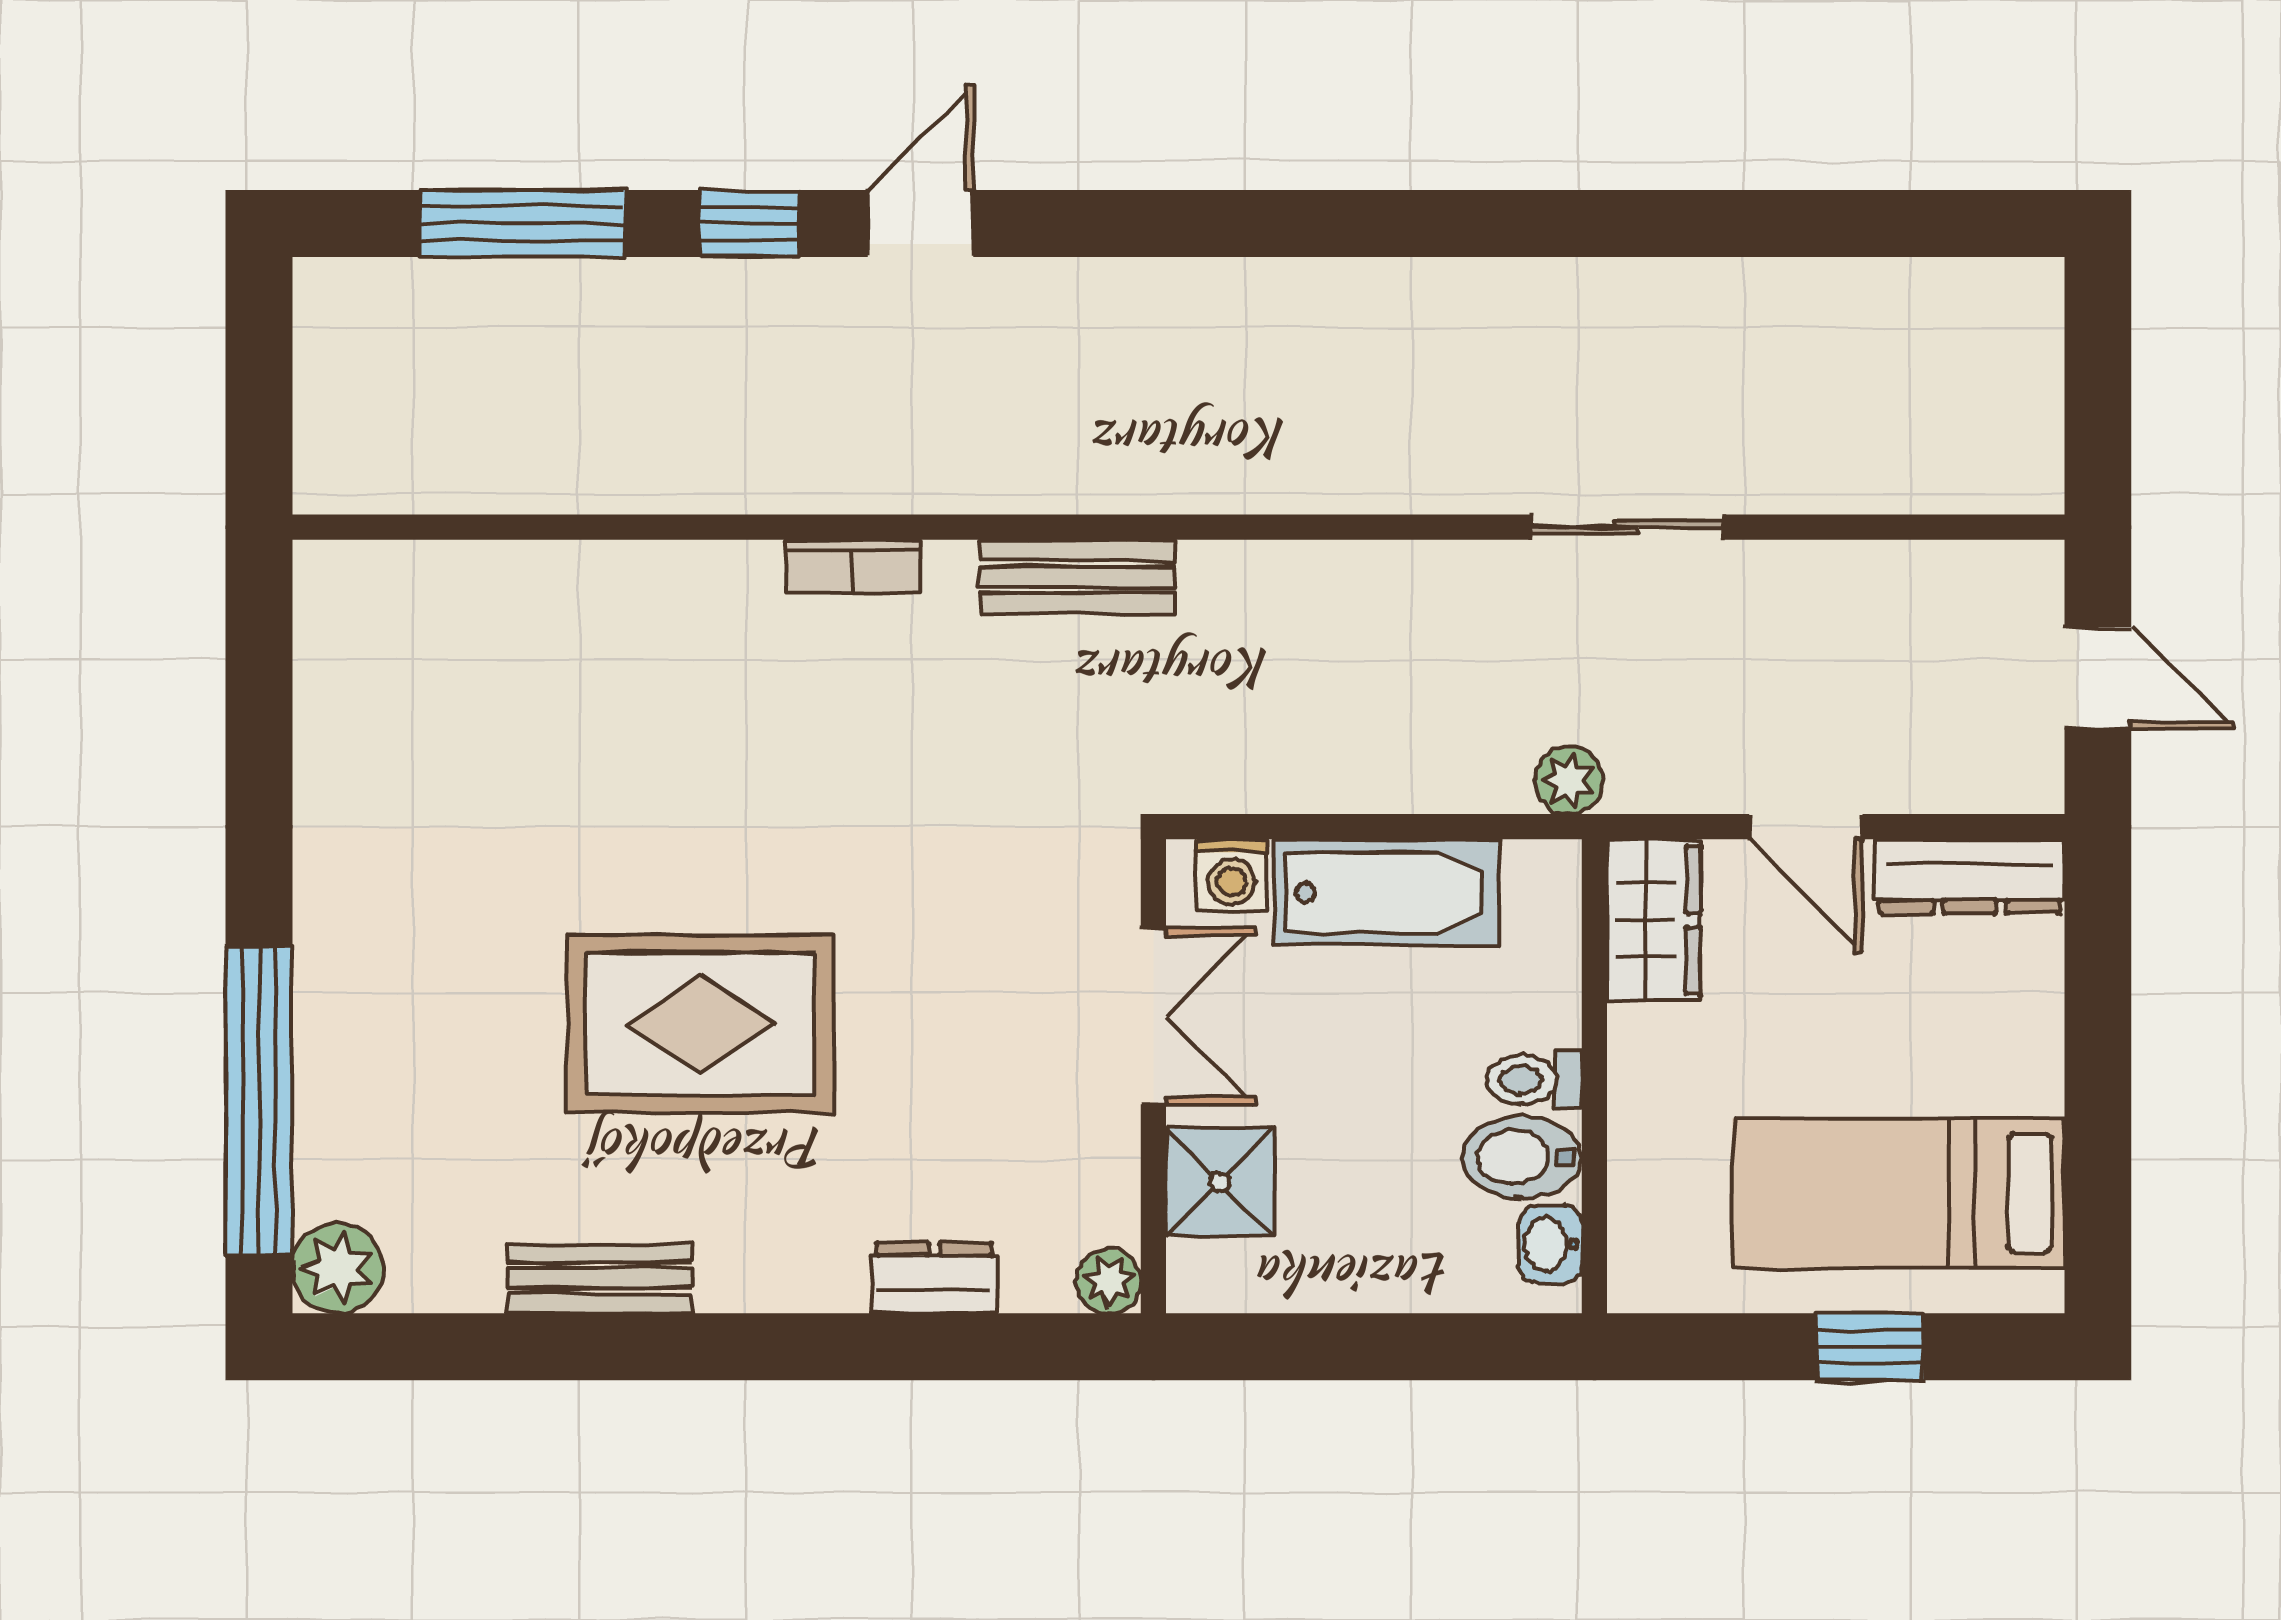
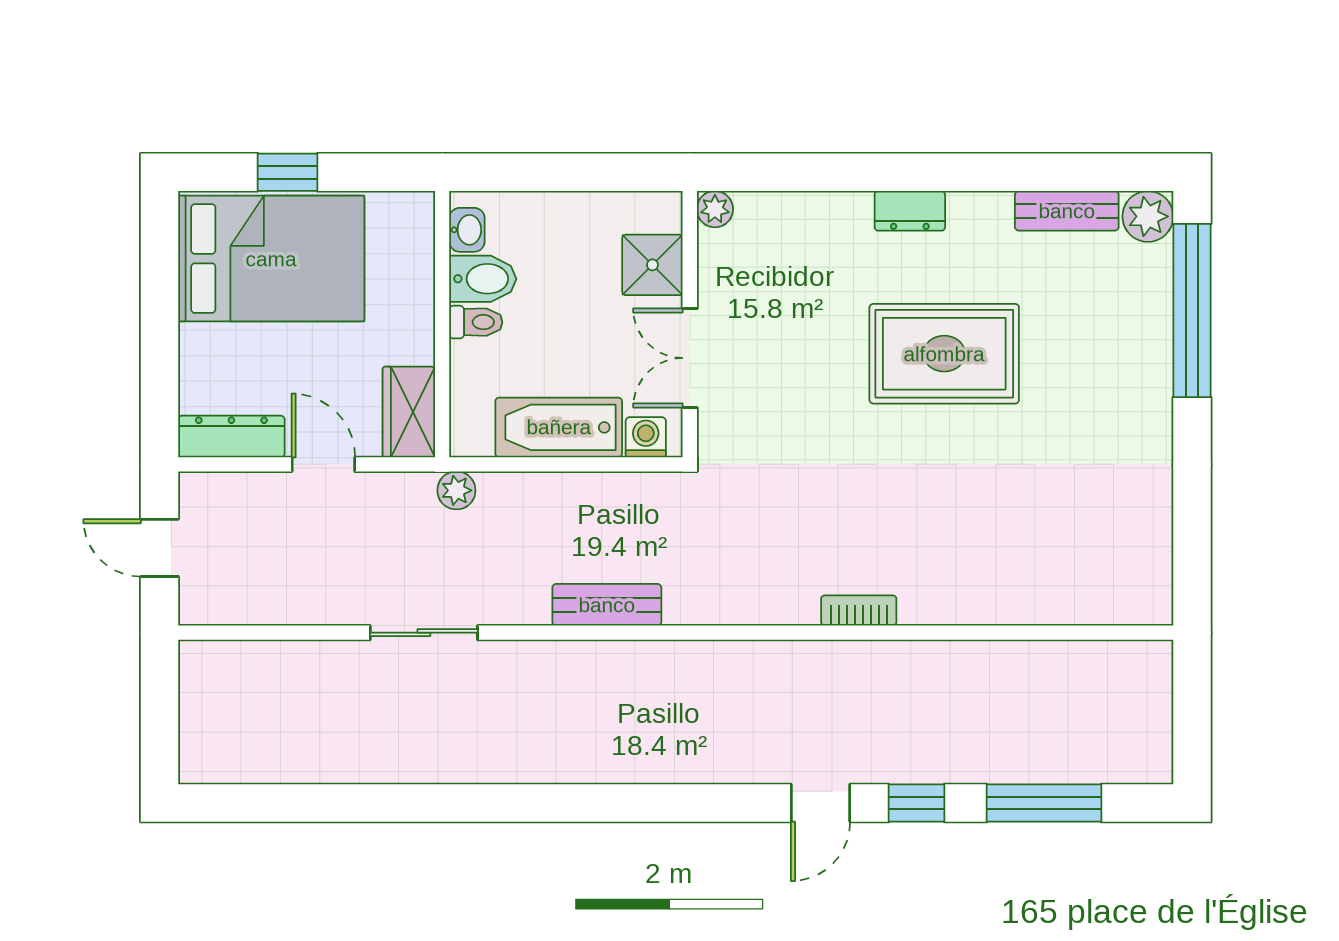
bench: (1077, 577) -> (607, 605), moved
bed: (1899, 1193) -> (271, 259), width x1.50
bench: (600, 1278) -> (1067, 211), moved
dresser: (934, 1278) -> (910, 211), moved

